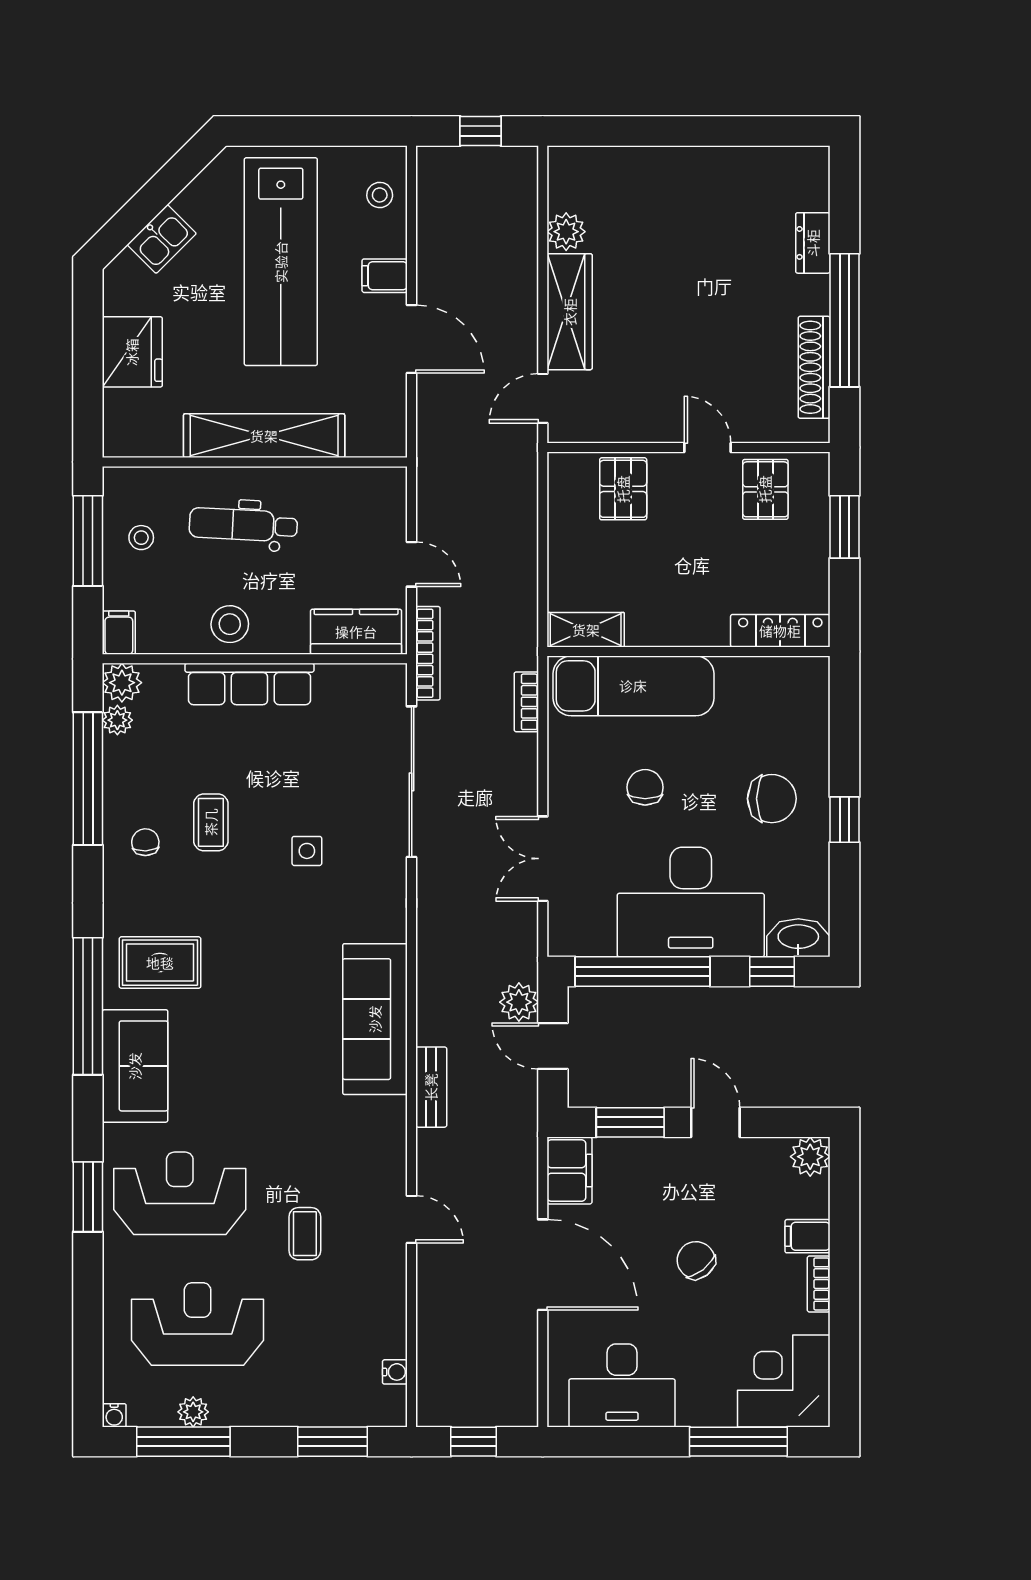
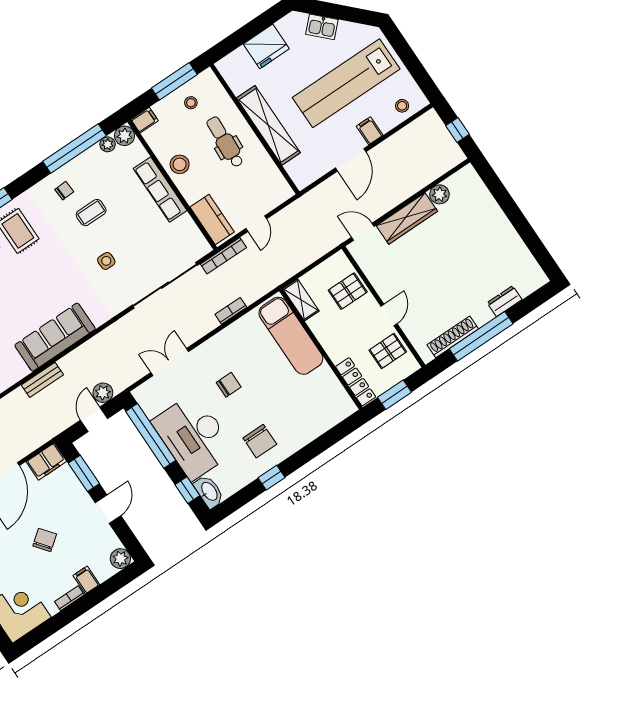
shelving: (586, 630) -> (301, 300), moved
locker: (780, 631) -> (356, 382), moved
wall: (688, 651) -> (321, 349), moved
exam couch: (633, 686) -> (291, 336), moved

